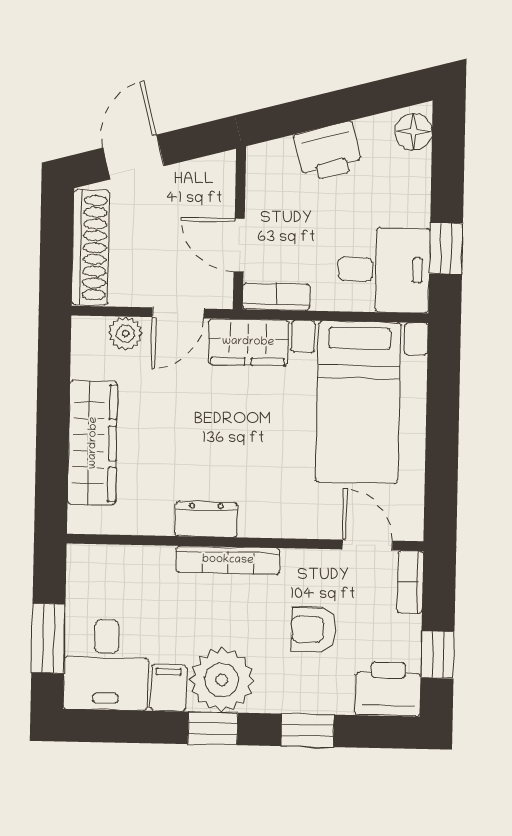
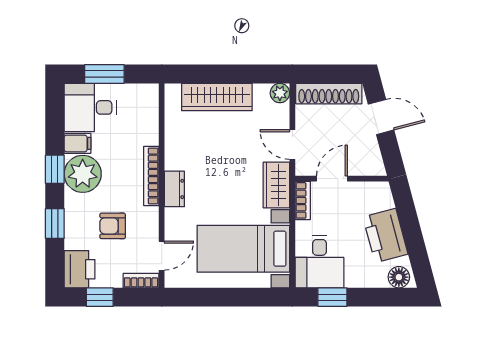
printer: (328, 152) -> (385, 236), width x1.37, depth x1.19
plant: (125, 334) -> (280, 93), moved
dresser: (206, 519) -> (174, 189), moved
armchair: (314, 630) -> (113, 226), turned -90

